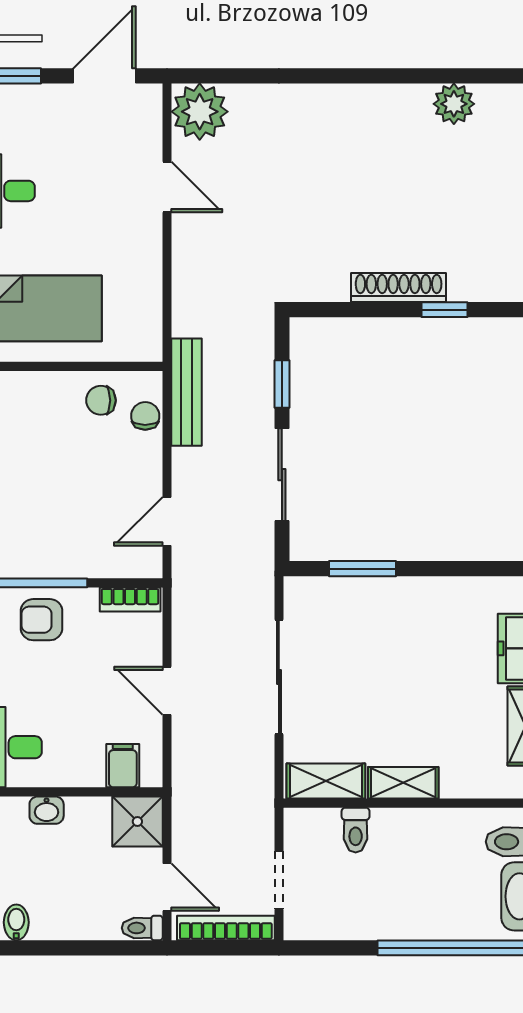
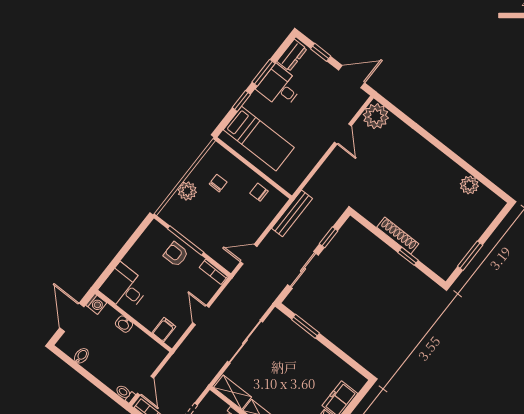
chair: (145, 416) -> (218, 183), moved
shower: (137, 821) -> (153, 354), removed

